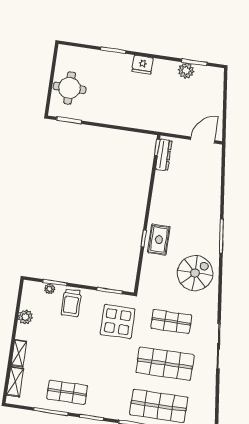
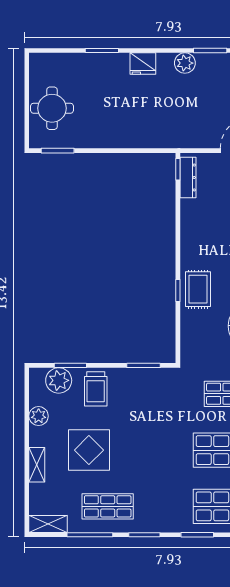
plant: (186, 71) -> (185, 63), moved
plant: (50, 289) -> (59, 380), width x1.87, depth x1.87
display table: (118, 322) -> (89, 450), moved
shelving: (15, 382) -> (48, 524), moved, turned 90

